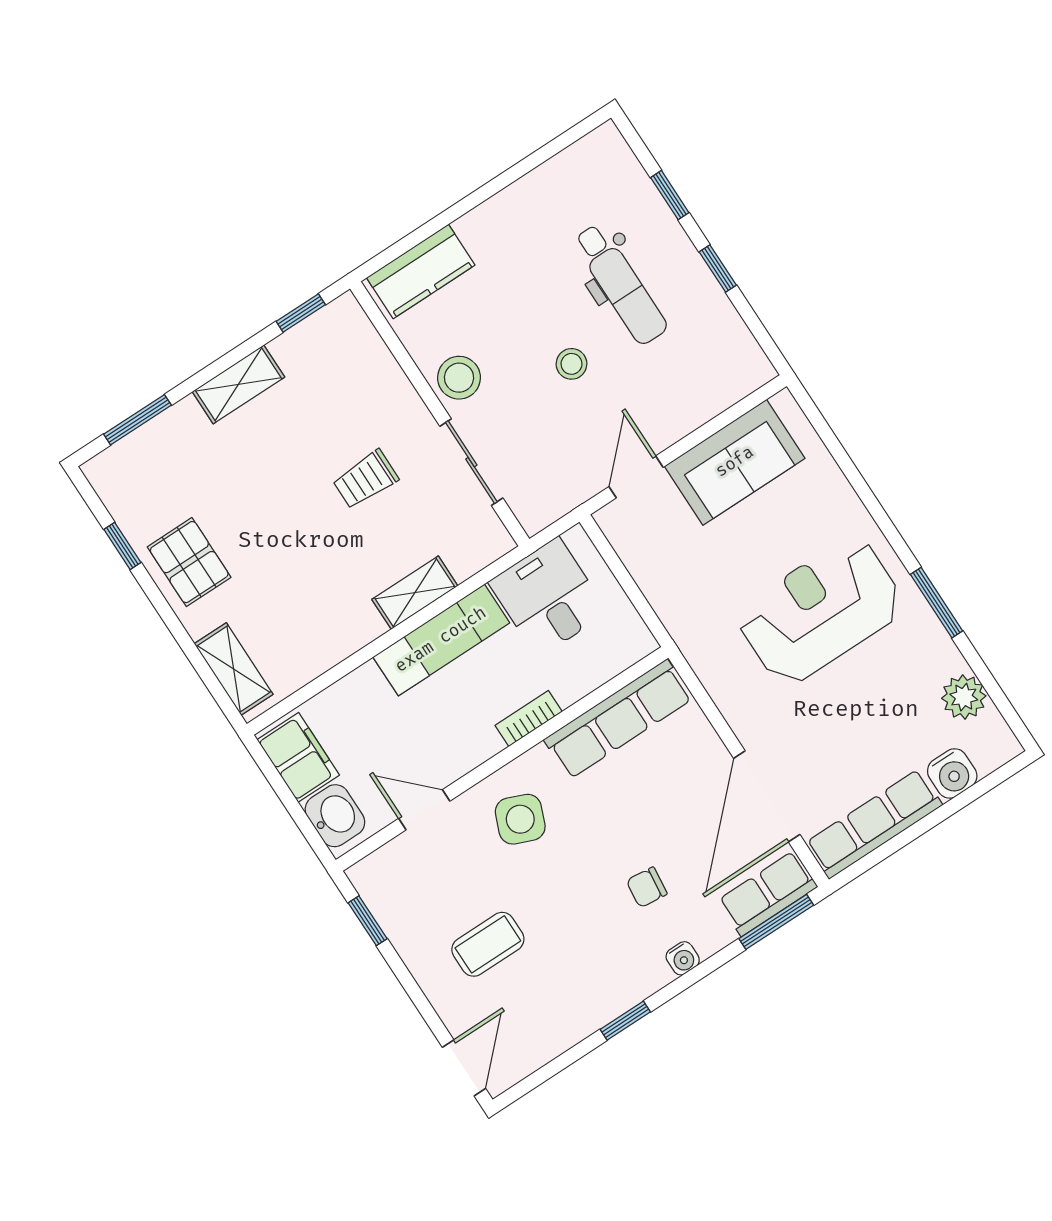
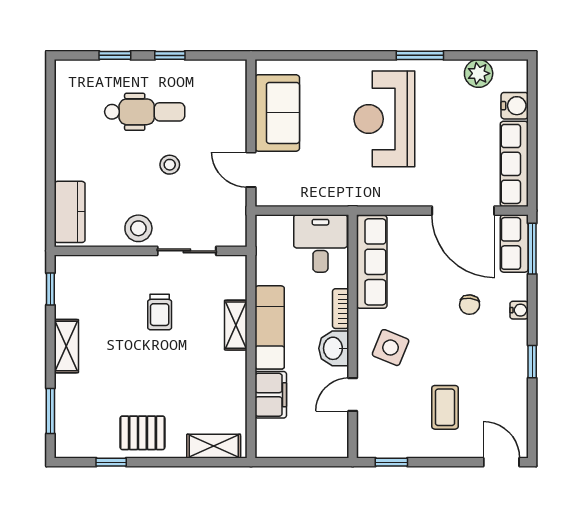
desk: (548, 597) -> (320, 243), moved, turned 90
filing cabinet: (298, 757) -> (271, 395), moved, turned 90
washbasin: (335, 816) -> (334, 348), moved, turned -90

